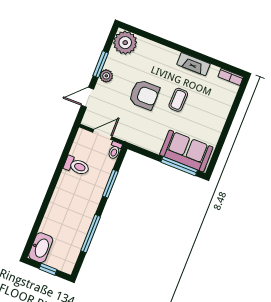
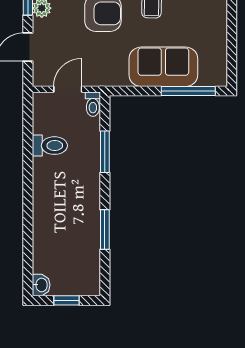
sofa: (186, 151) -> (163, 67), moved
window: (91, 234) -> (105, 229), width x0.69
washbasin: (41, 248) -> (41, 285), width x0.52, depth x0.69

